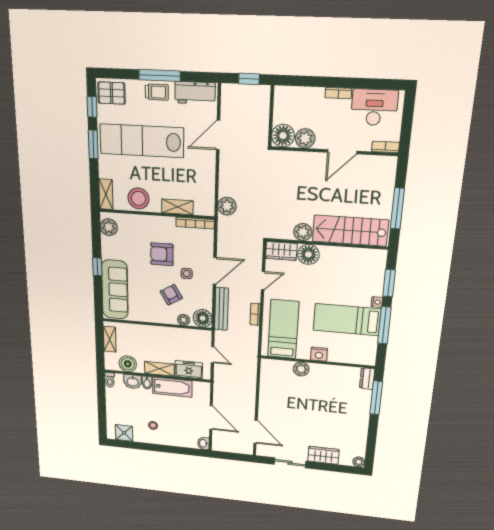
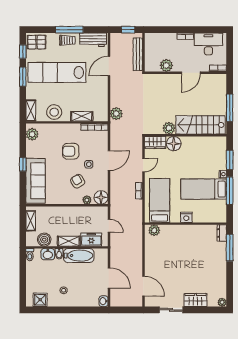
floor lamp: (283, 136) -> (152, 64), removed
bench: (221, 309) -> (138, 54), moved
plant: (301, 369) -> (154, 230), moved

